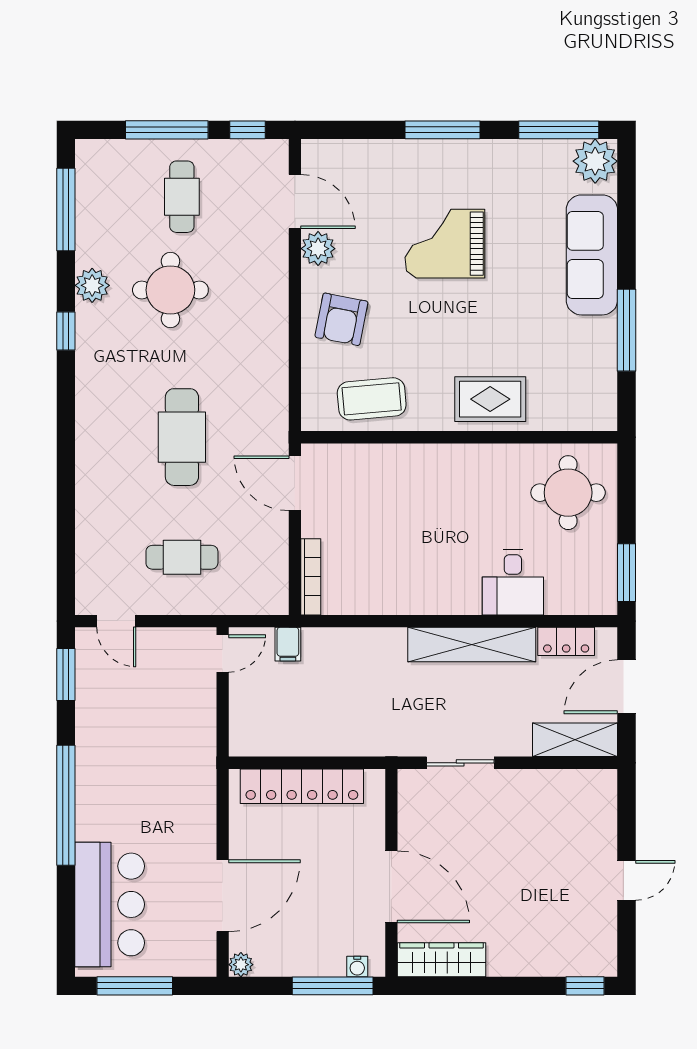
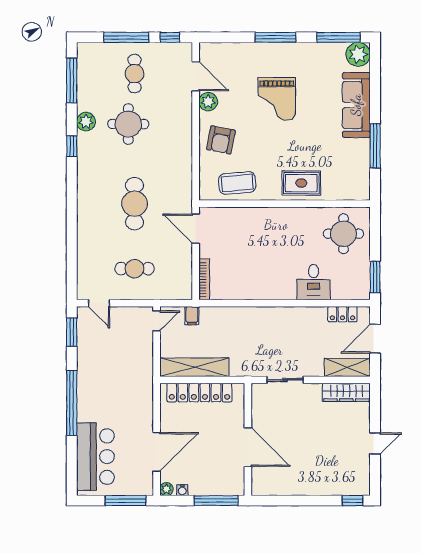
grand piano: (445, 244) -> (277, 99), turned -90
shelving: (472, 645) -> (194, 367), moved
wardrobe: (441, 960) -> (346, 392), moved, turned 180
water cooler: (357, 966) -> (182, 490), moved
window: (135, 986) -> (126, 501), moved

